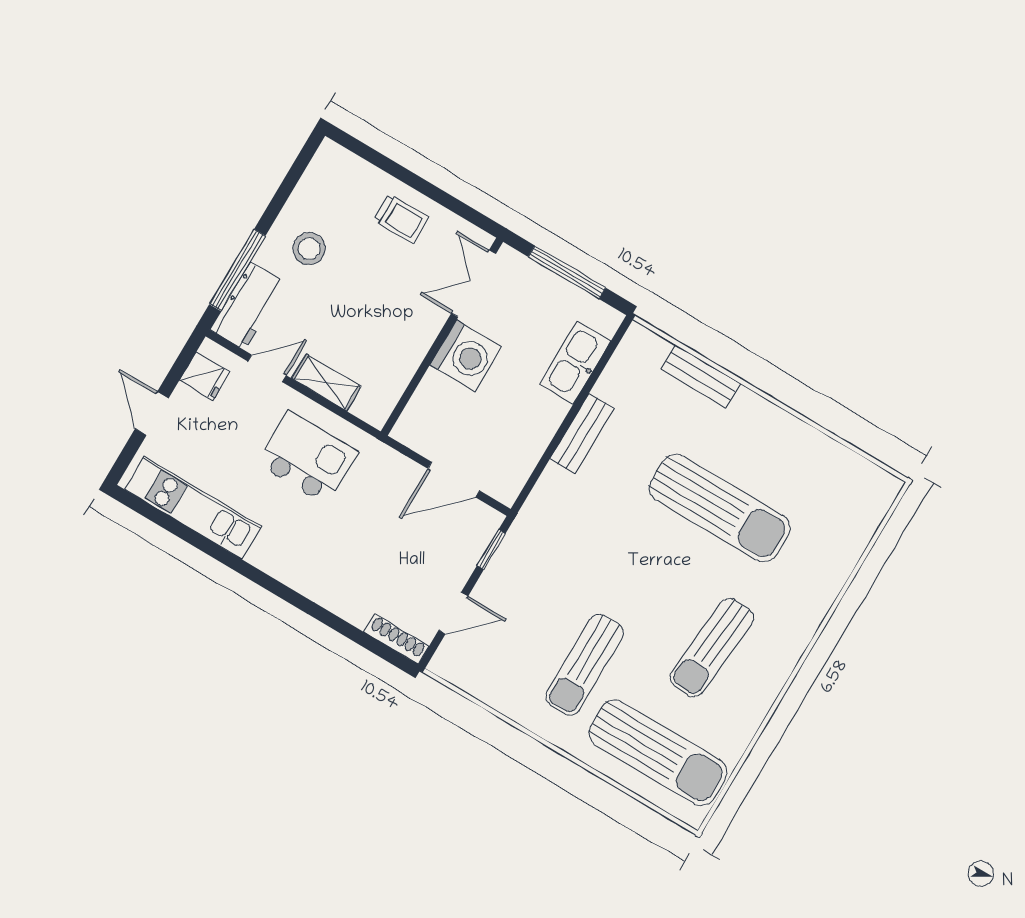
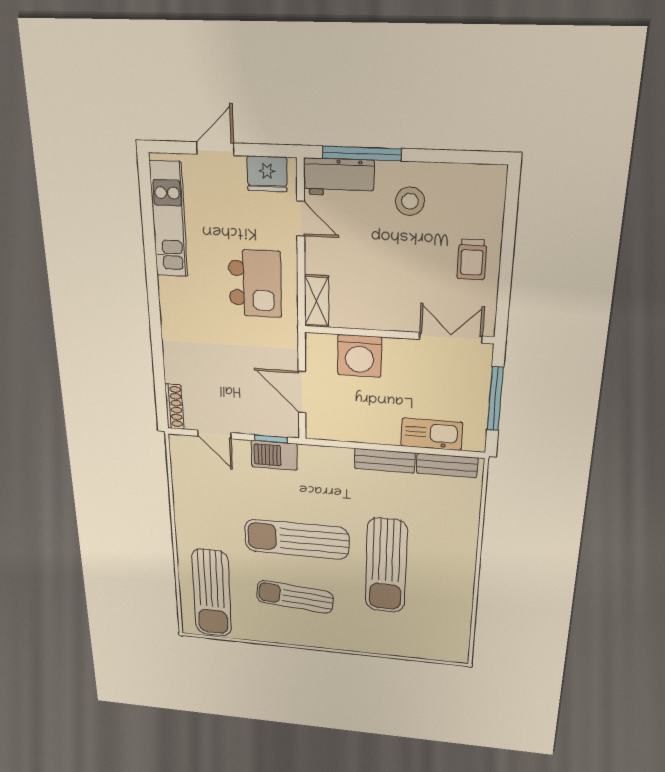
washing machine: (466, 356) -> (360, 356), moved
fridge: (205, 376) -> (267, 174), width x1.38
bench: (701, 376) -> (447, 465), moved, turned 90
shelving: (326, 382) -> (317, 301), moved
barbecue: (513, 558) -> (274, 455), added
sun lounger: (585, 665) -> (297, 539), moved, width x1.36, depth x1.34

